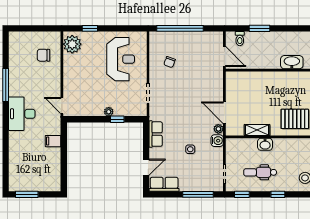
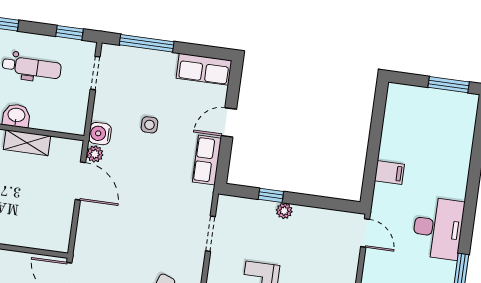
door: (146, 167) -> (229, 122), moved

